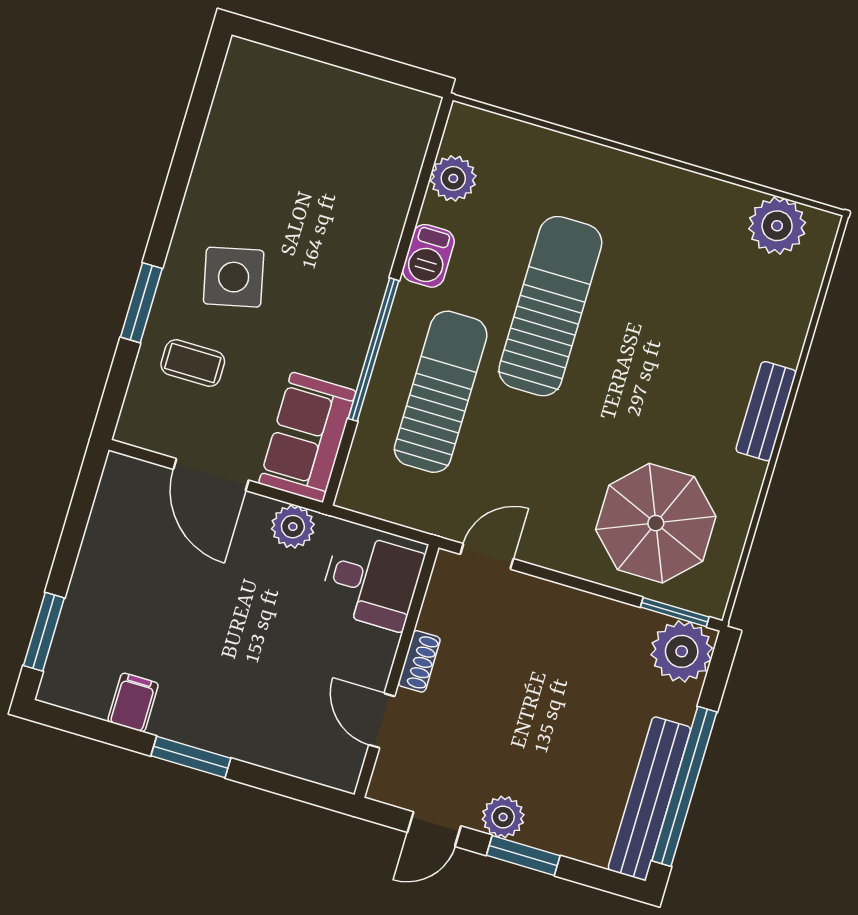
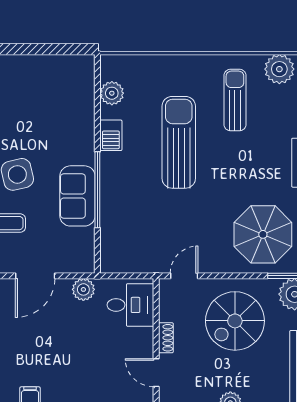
sun lounger: (441, 392) -> (235, 100), moved, width x0.73, depth x0.75
sofa: (307, 437) -> (77, 196), moved
door: (211, 475) -> (35, 276), hinge flipped
spiral stairs: (556, 668) -> (235, 321), added

